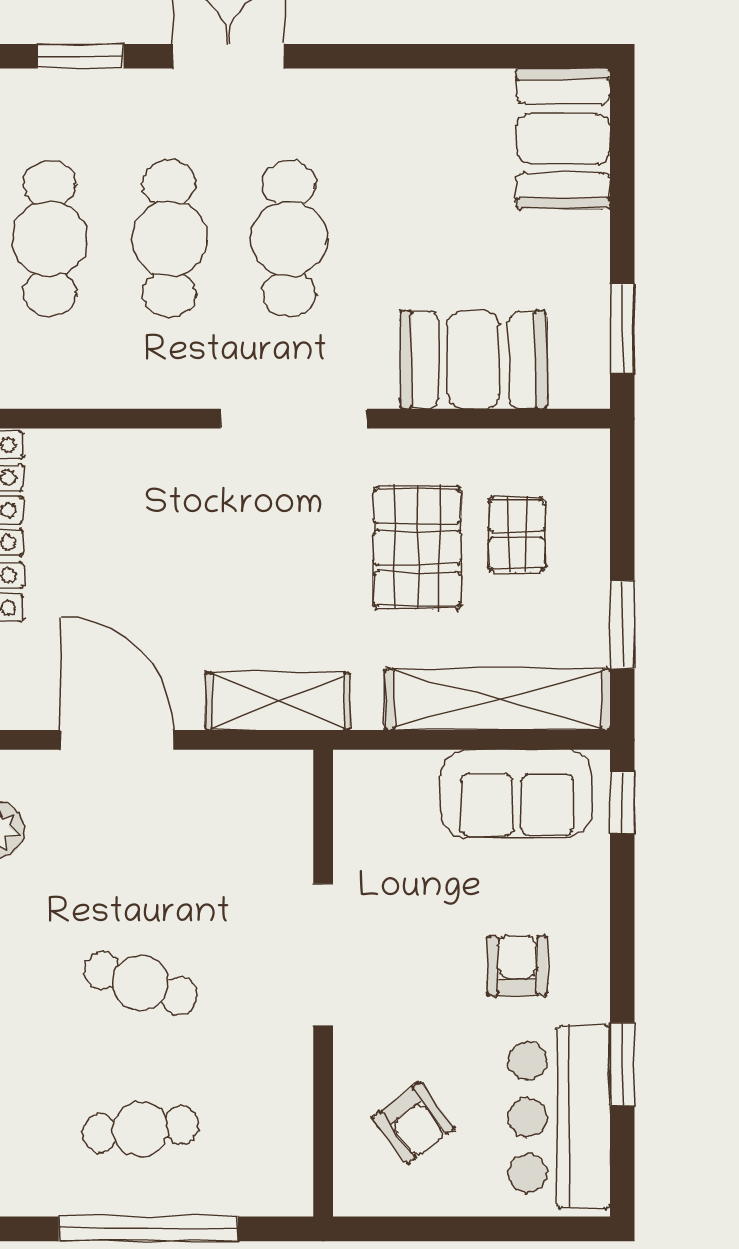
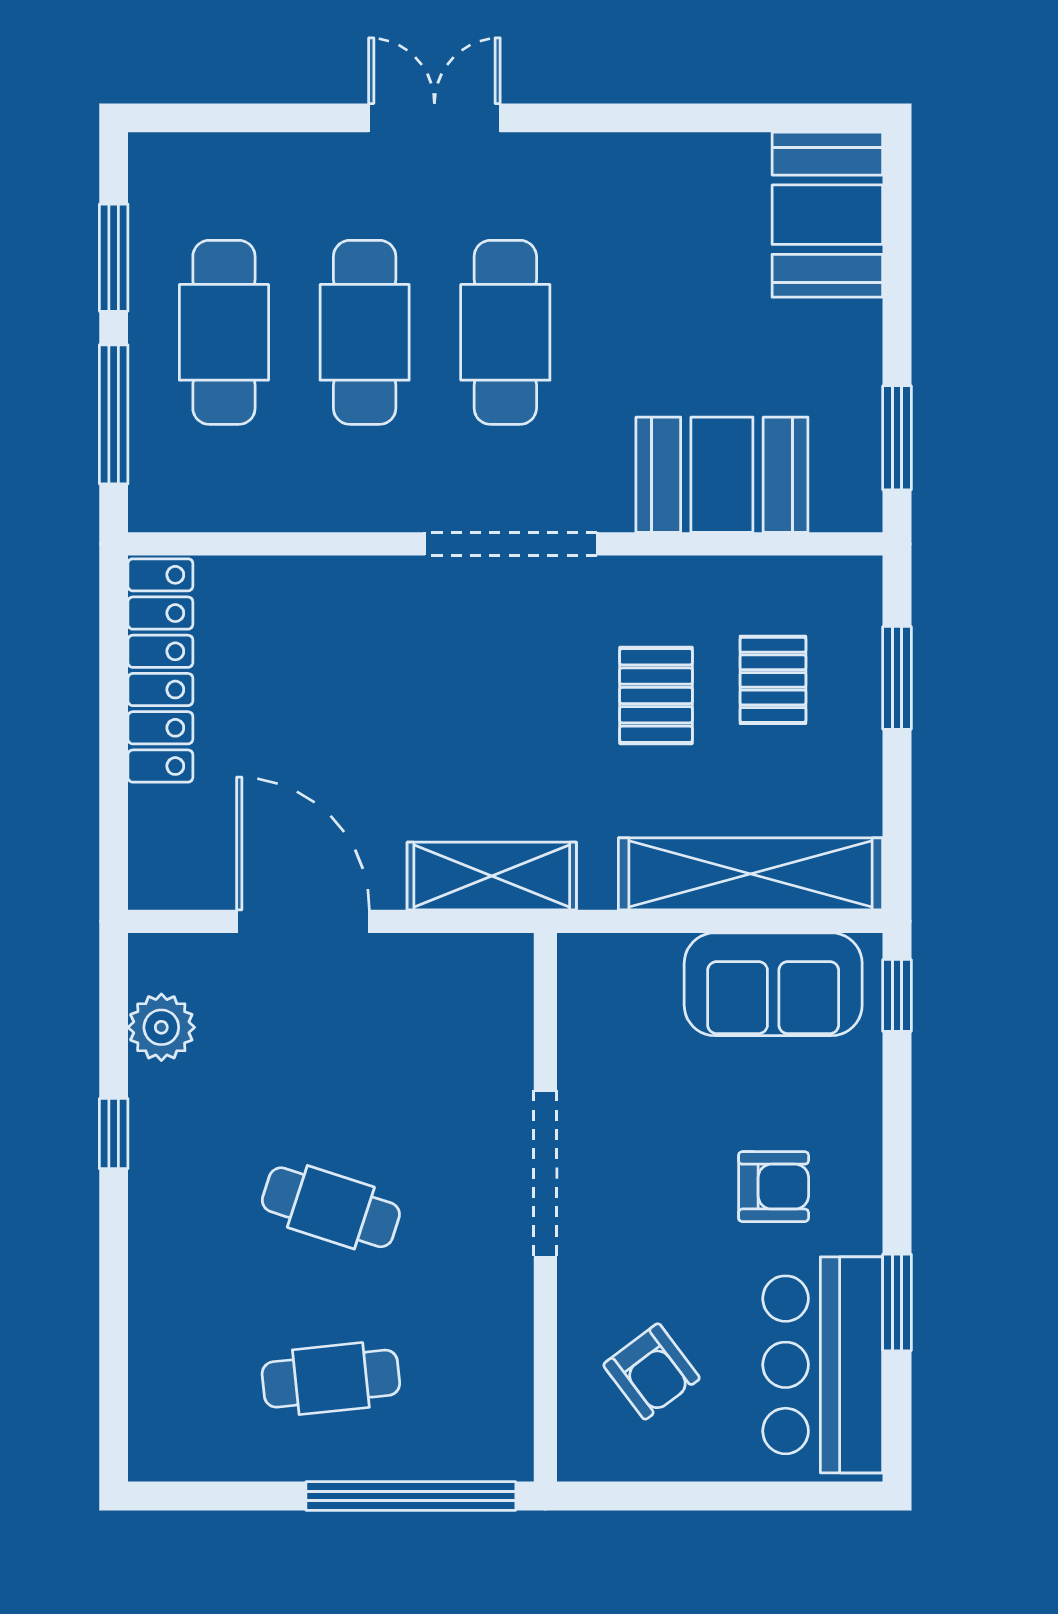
window: (81, 56) -> (260, 118), removed
pallet: (417, 548) -> (656, 695), width x0.67, depth x0.71
window: (622, 625) -> (897, 678), moved
armchair: (517, 966) -> (774, 1187), turned 90
window: (148, 1229) -> (411, 1496), moved

